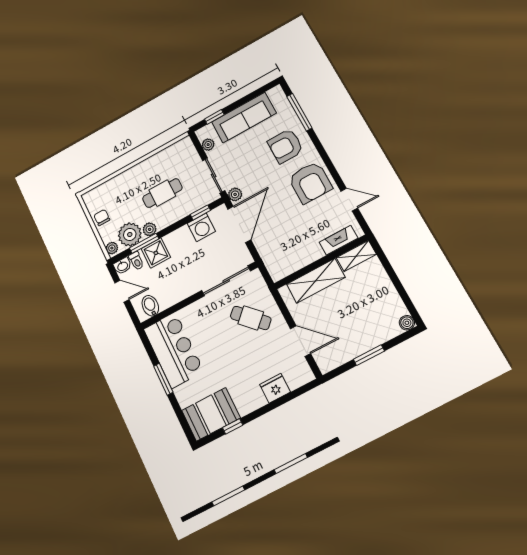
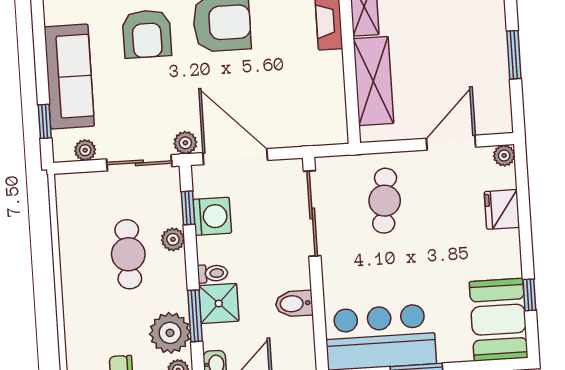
plant: (150, 229) -> (173, 239), moved
toilet: (136, 261) -> (213, 273), moved
bidet: (150, 306) -> (294, 304), moved
cafe table: (251, 318) -> (385, 201), turned -40
plant: (307, 376) -> (504, 155), added

